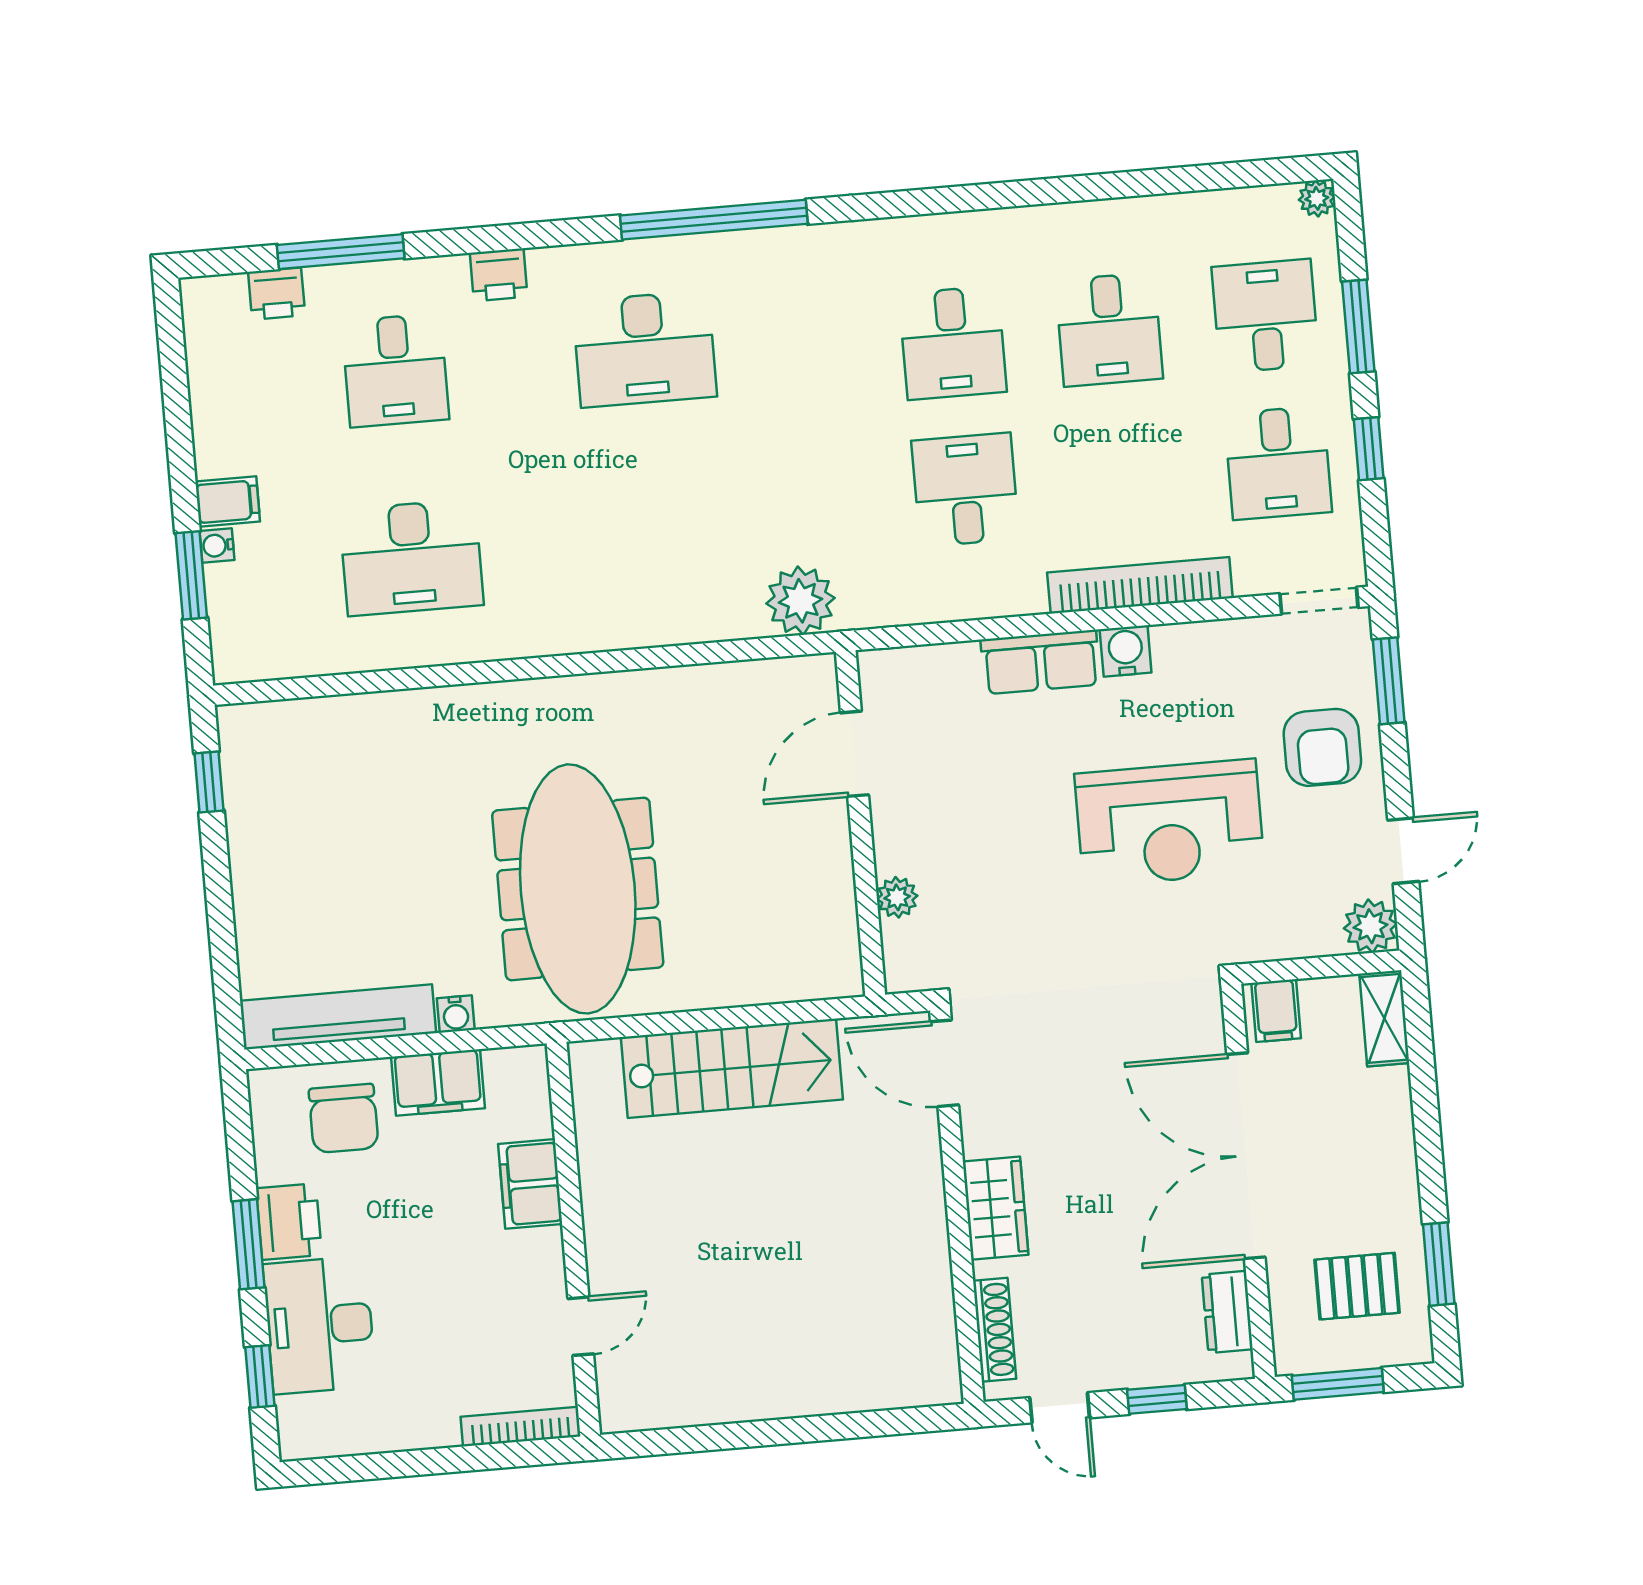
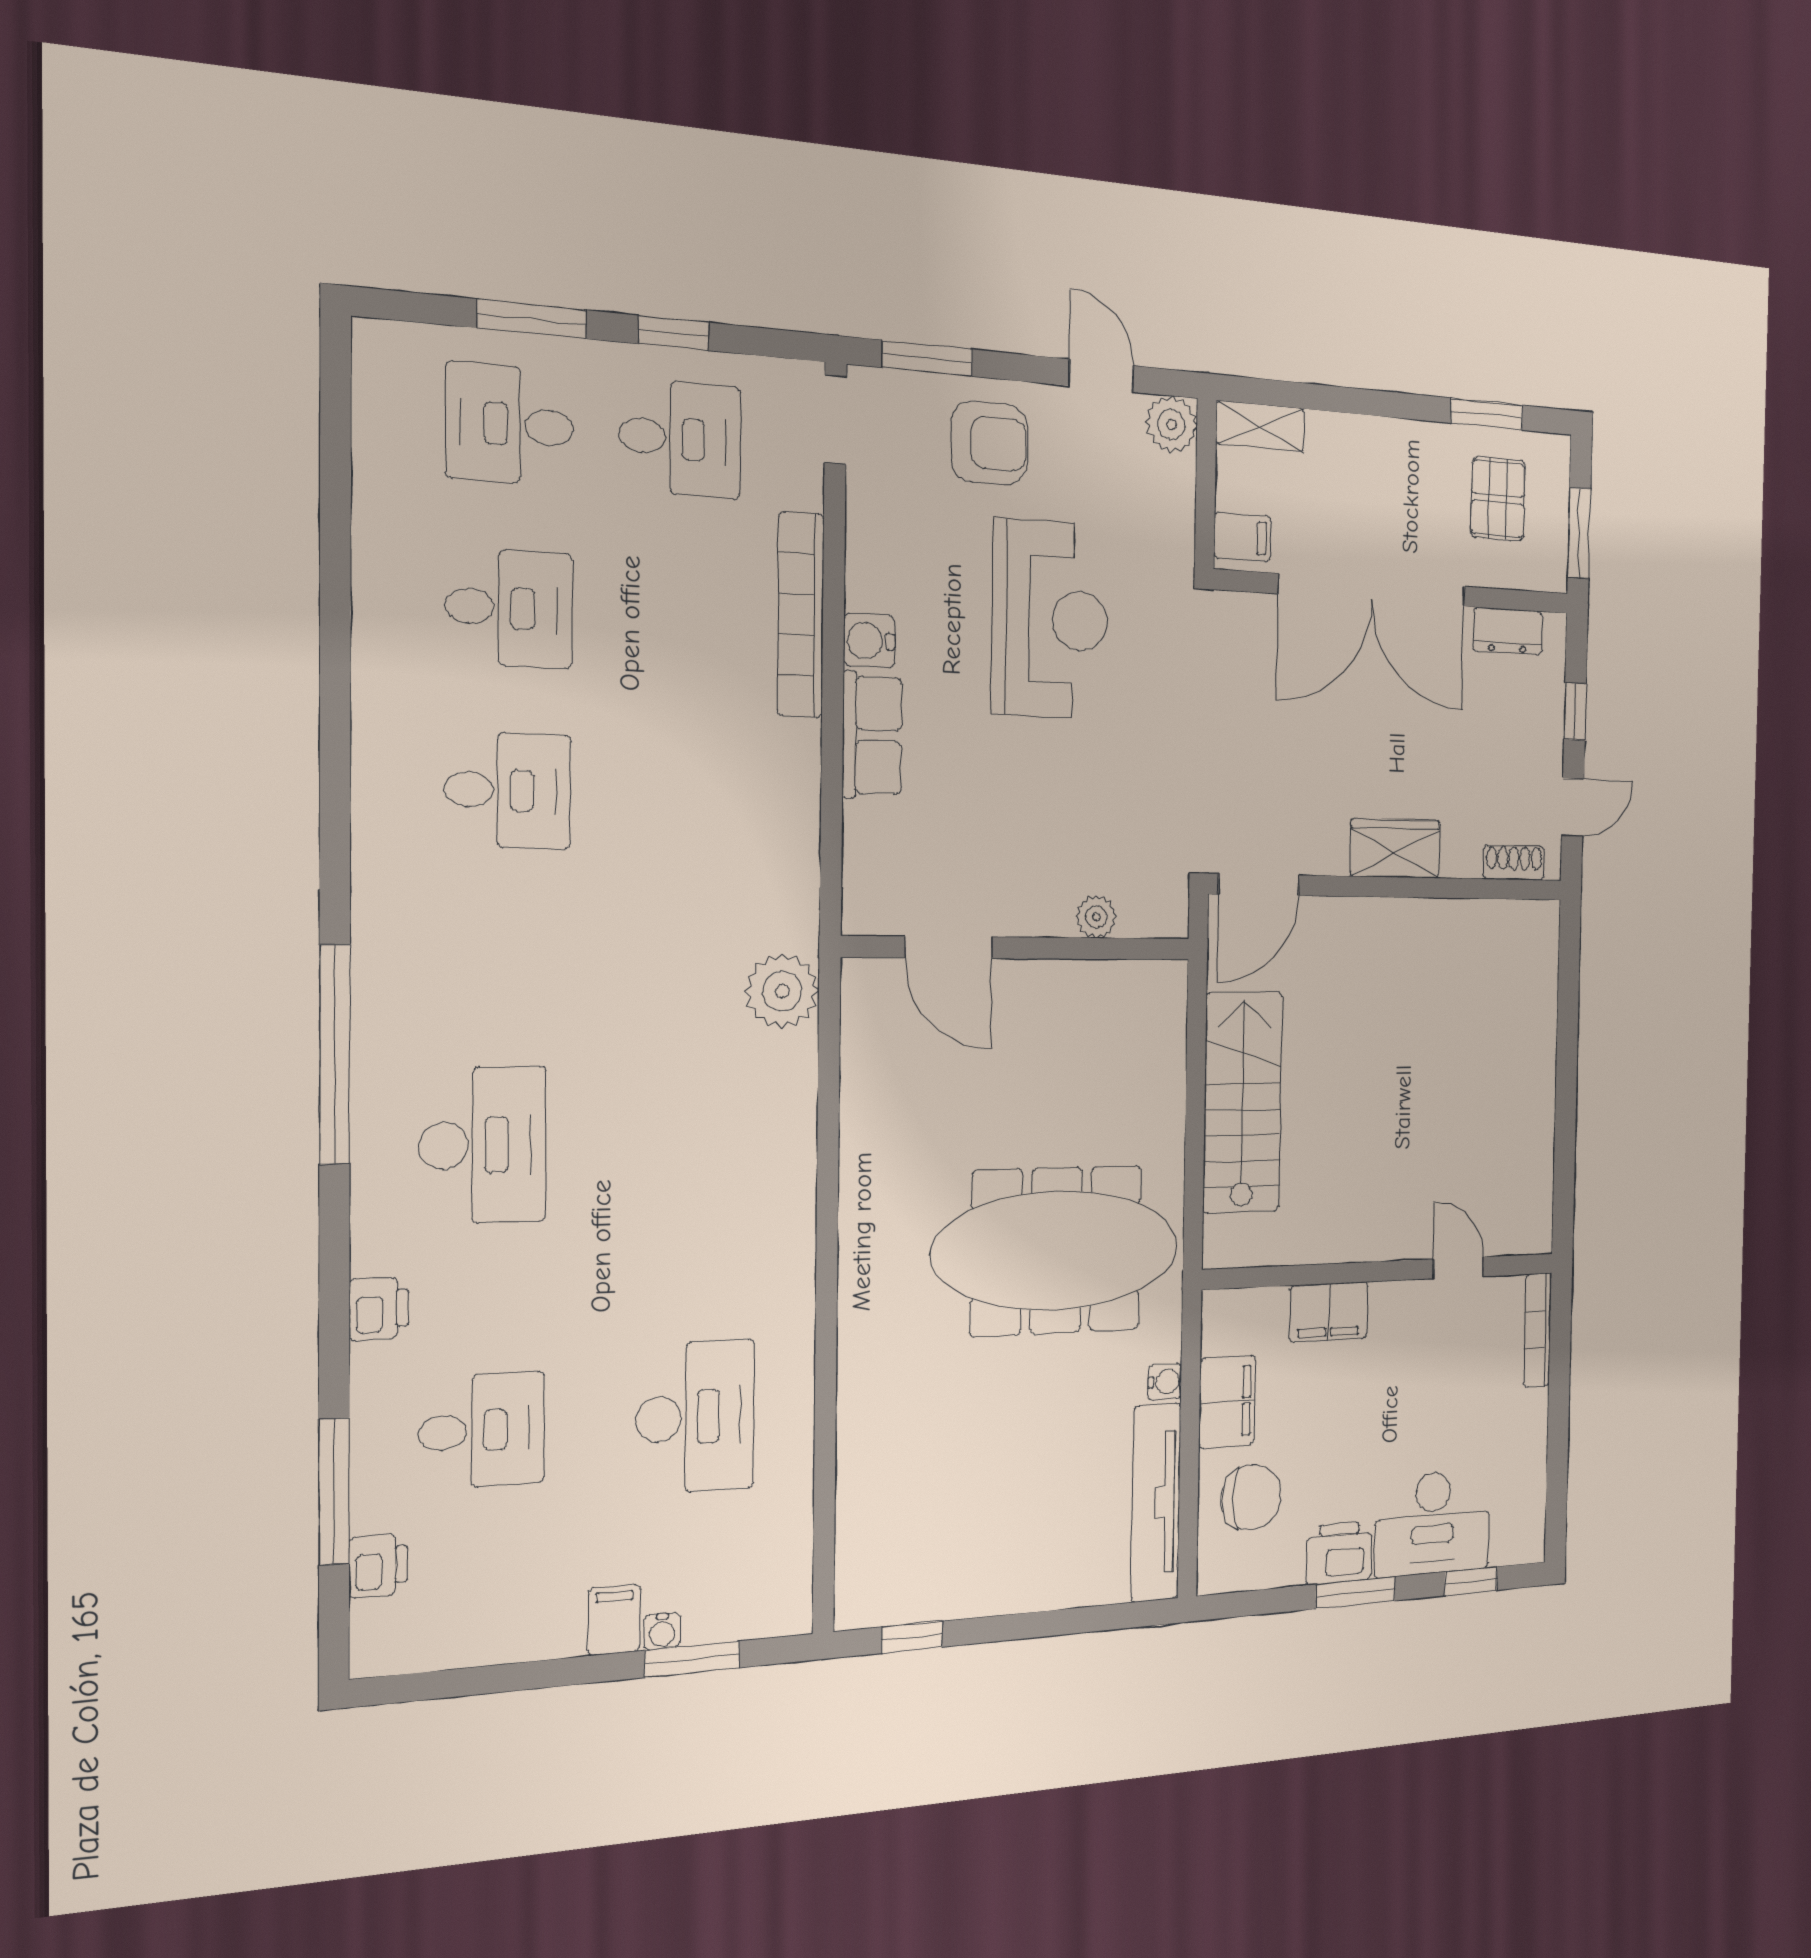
plant: (1317, 198) -> (373, 340), removed
desk: (965, 490) -> (677, 796), removed
shoe rack: (995, 1330) -> (1514, 863), width x0.70

